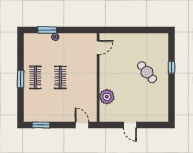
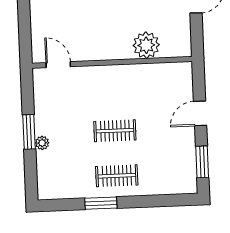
window: (47, 30) -> (29, 132), moved
window: (21, 79) -> (101, 203), moved
door: (82, 125) -> (200, 113), moved

